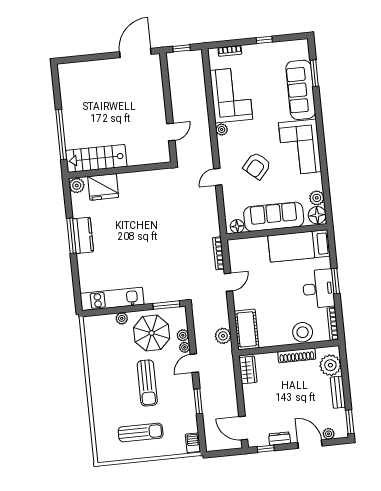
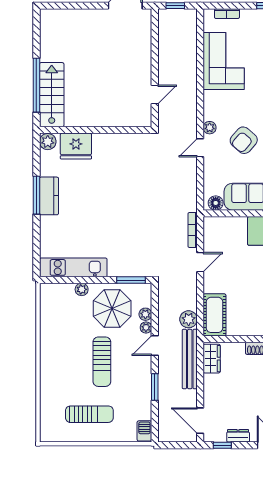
plant: (222, 129) -> (210, 128), moved
stairs: (96, 158) -> (52, 95), moved, turned 90
bench: (228, 372) -> (190, 359), added

